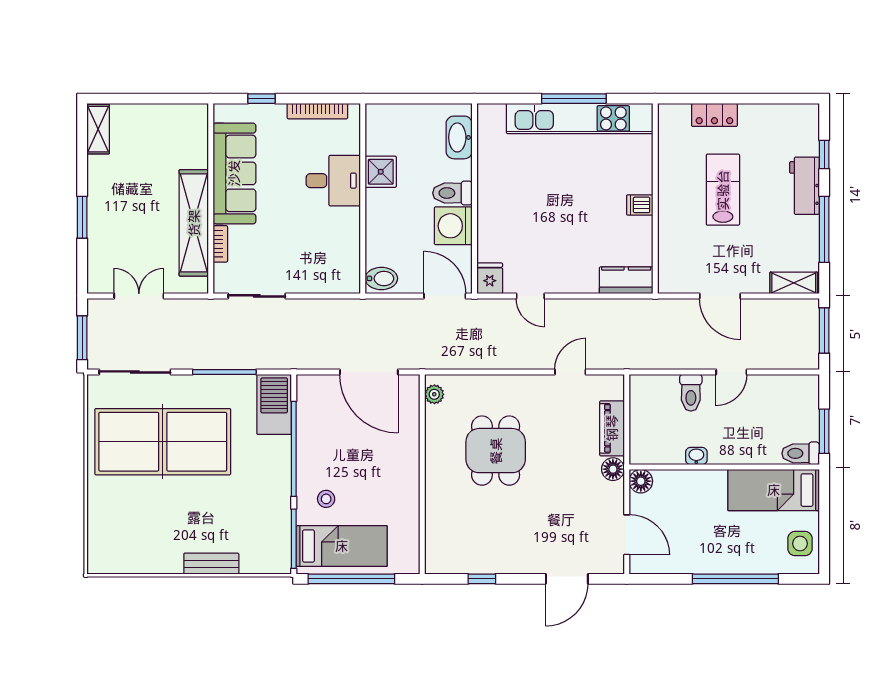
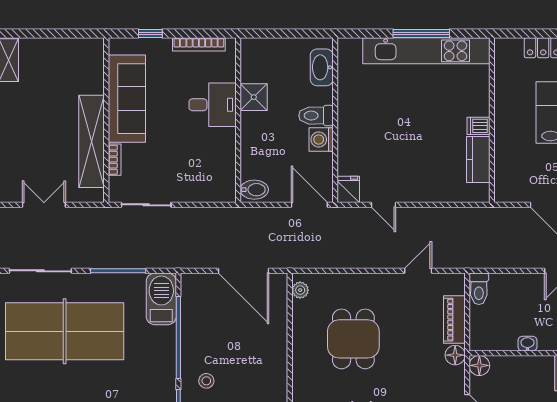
washing machine: (453, 226) -> (321, 140), width x0.73, depth x0.73
kitchen counter: (626, 280) -> (478, 160), moved, turned -90
toilet: (691, 393) -> (479, 289), moved

